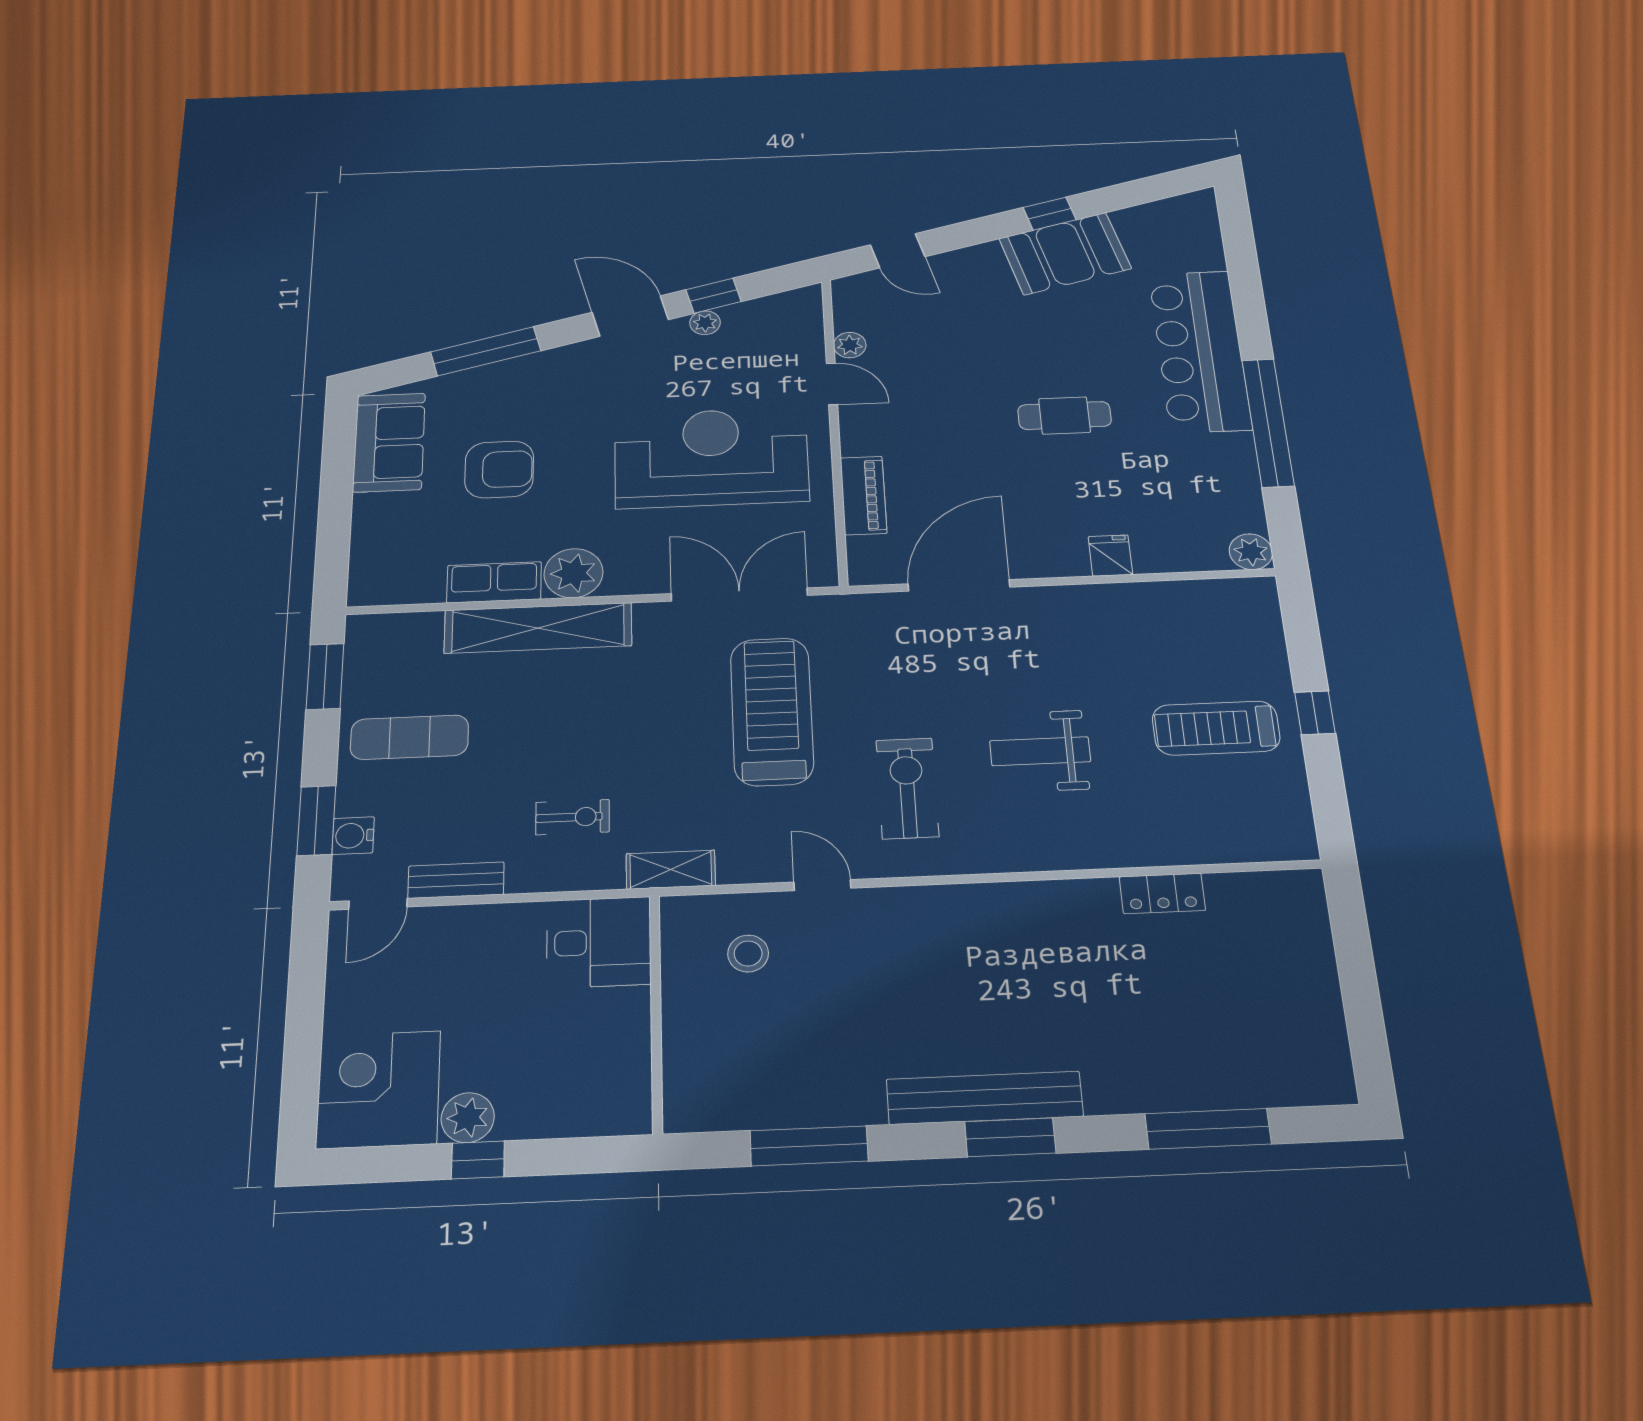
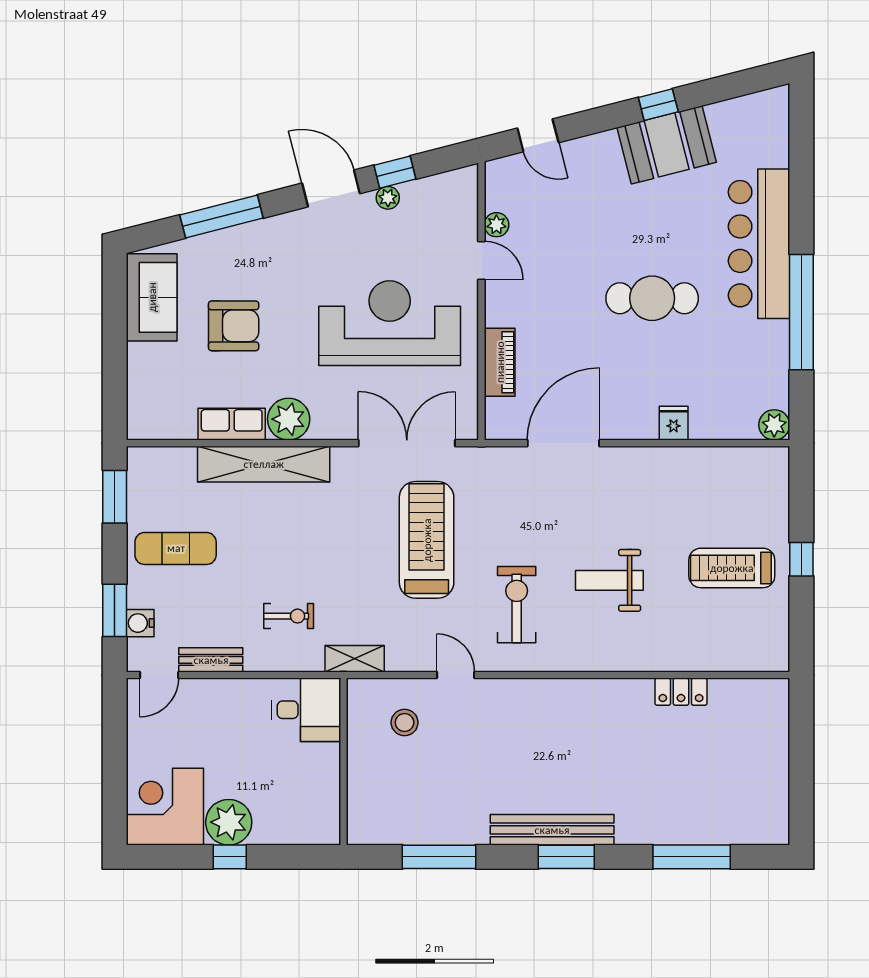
cafe table: (1065, 416) -> (652, 298), width x1.37, depth x1.35
plant: (468, 1118) -> (229, 822), width x1.36, depth x1.36

